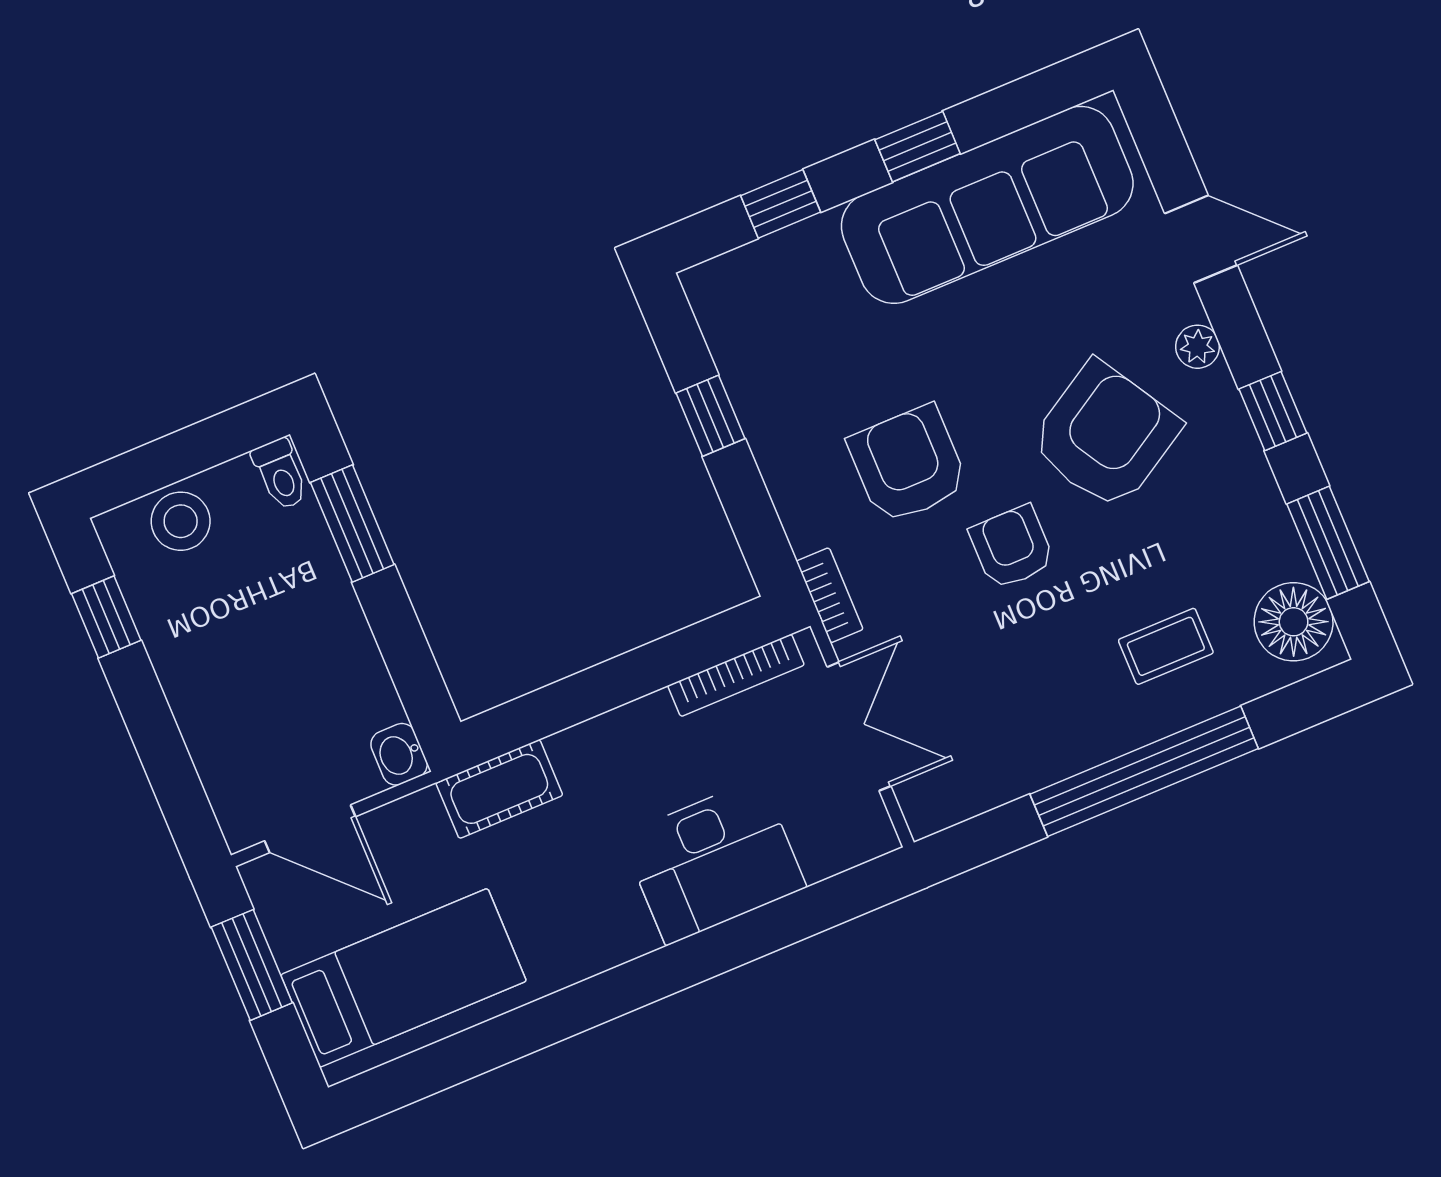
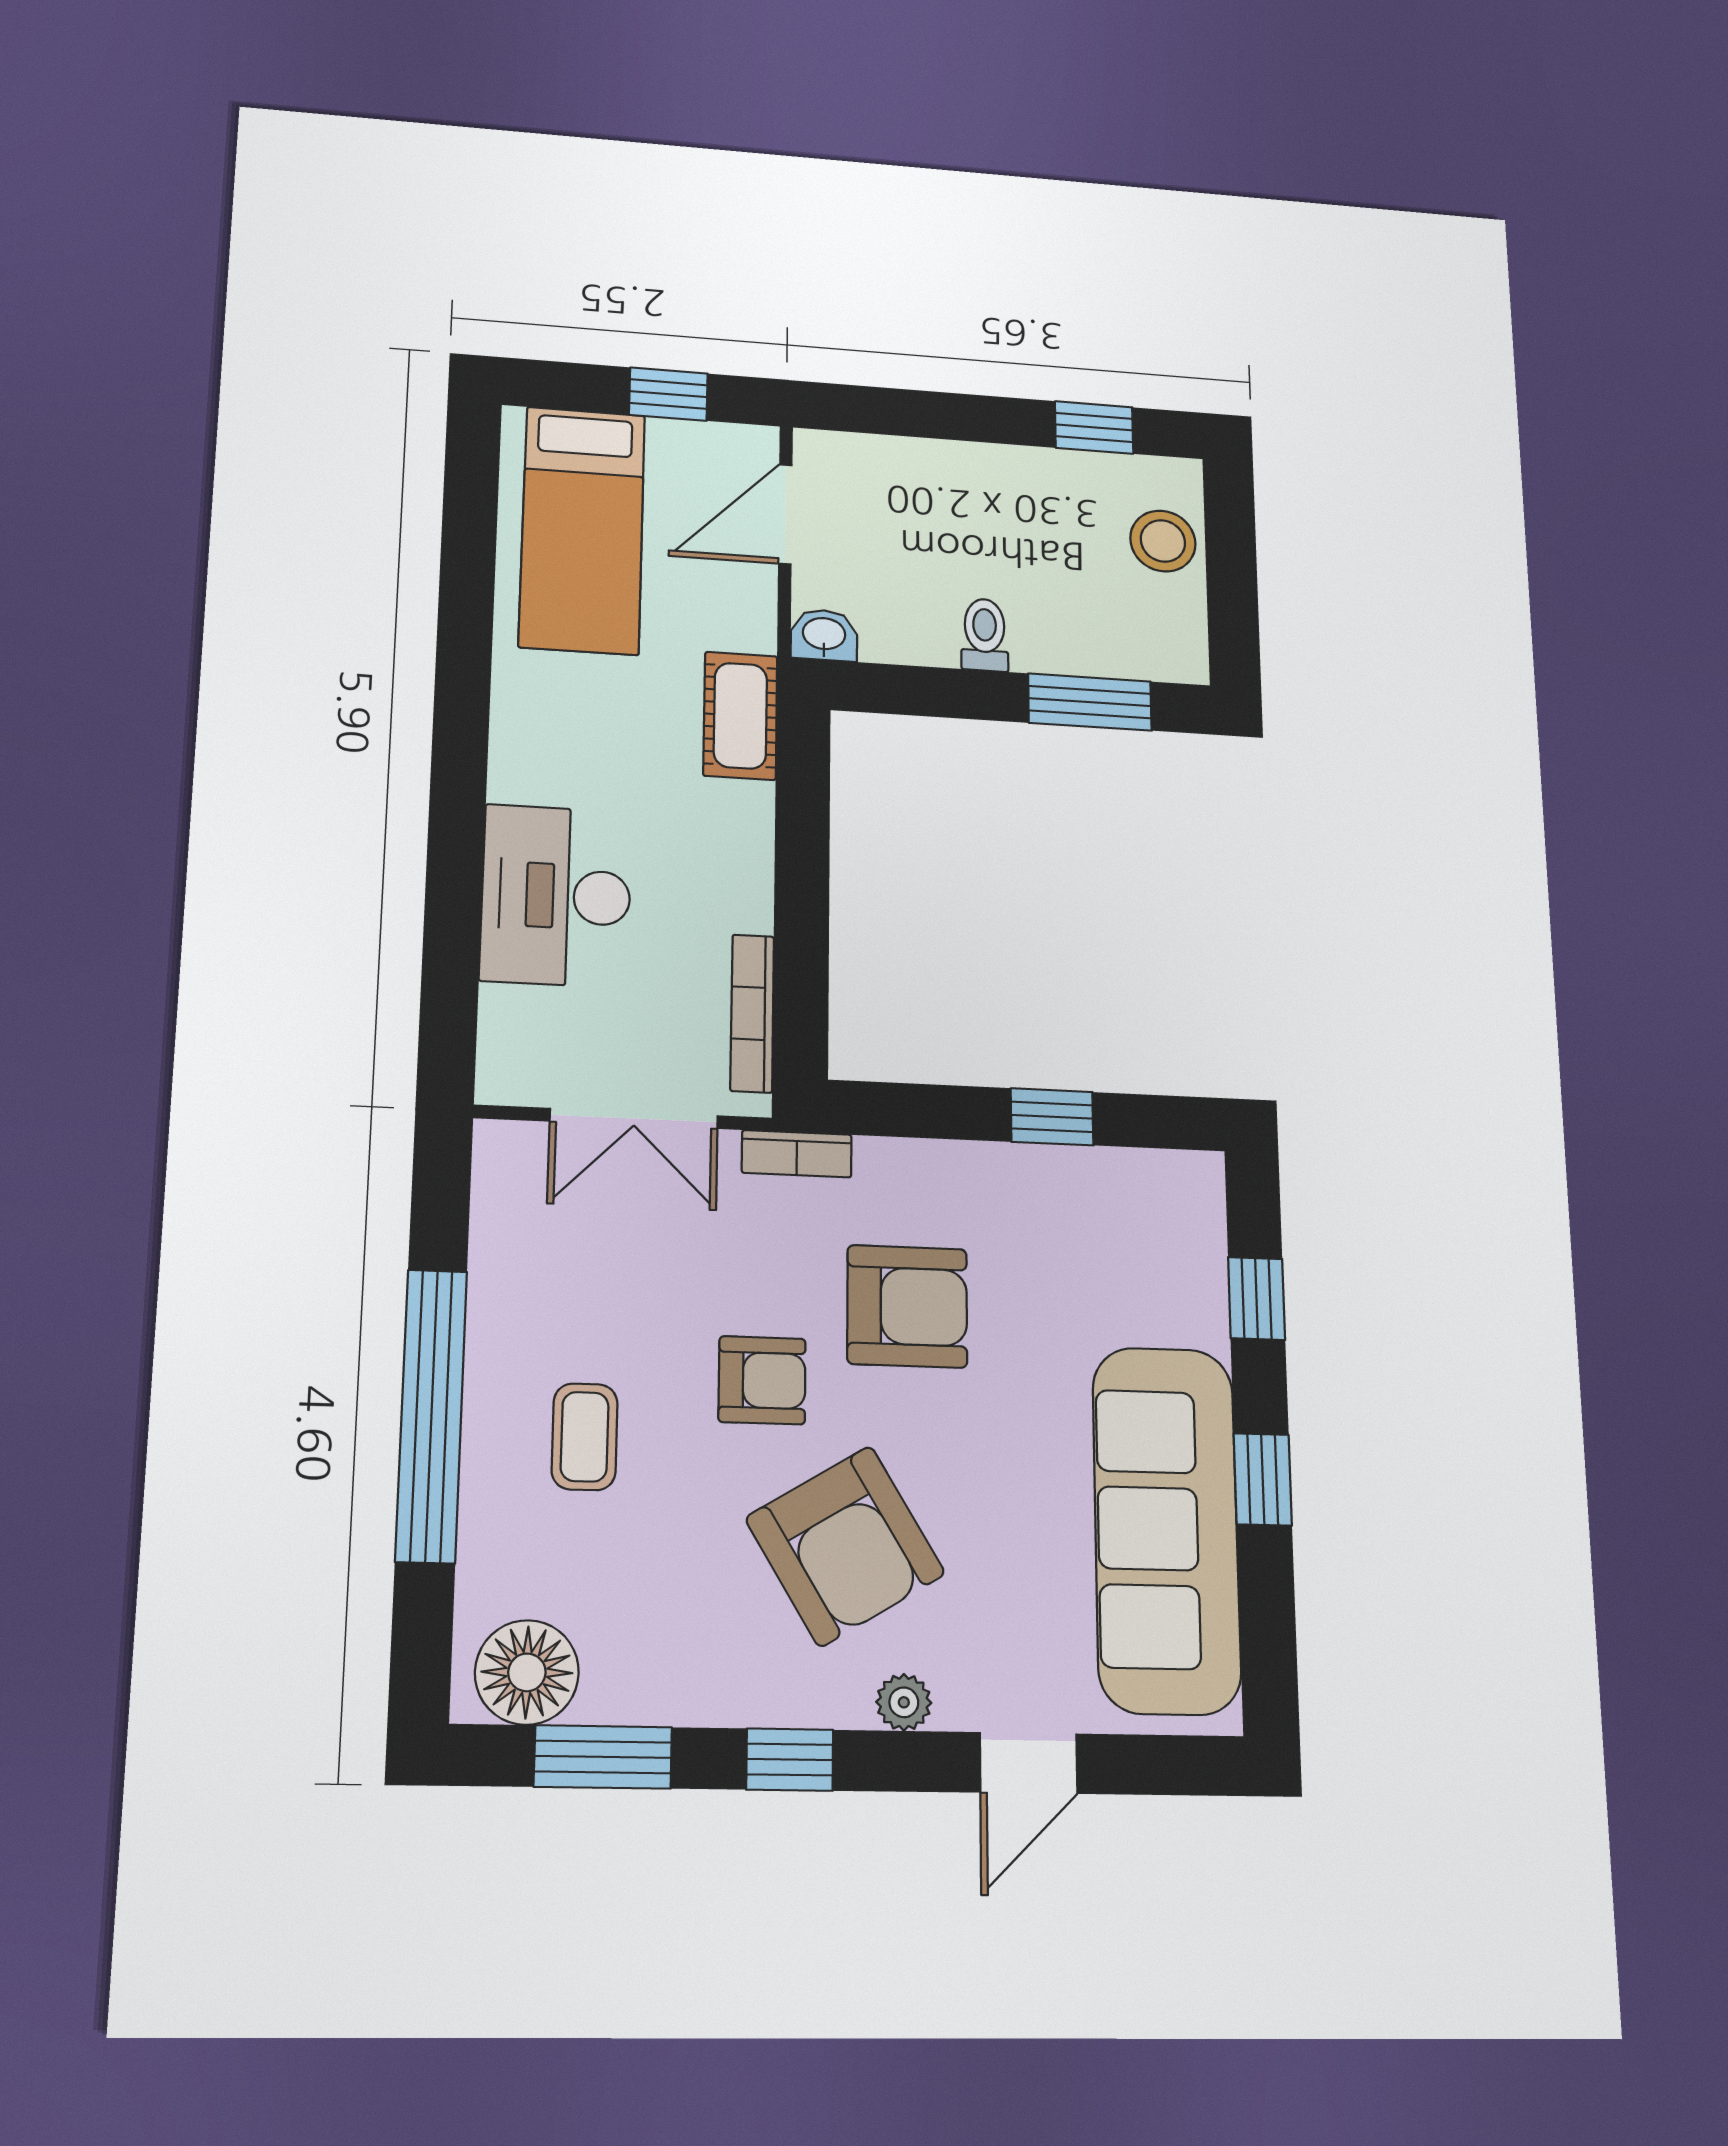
toilet: (280, 474) -> (985, 635), moved, turned 90
coffee table: (1166, 646) -> (585, 1437), moved
window: (252, 965) -> (668, 394), width x0.67

